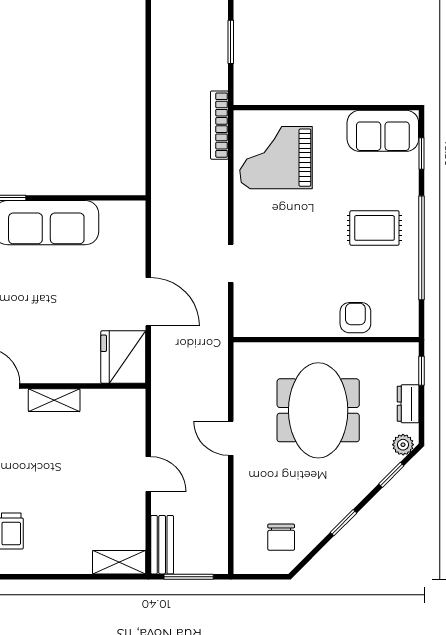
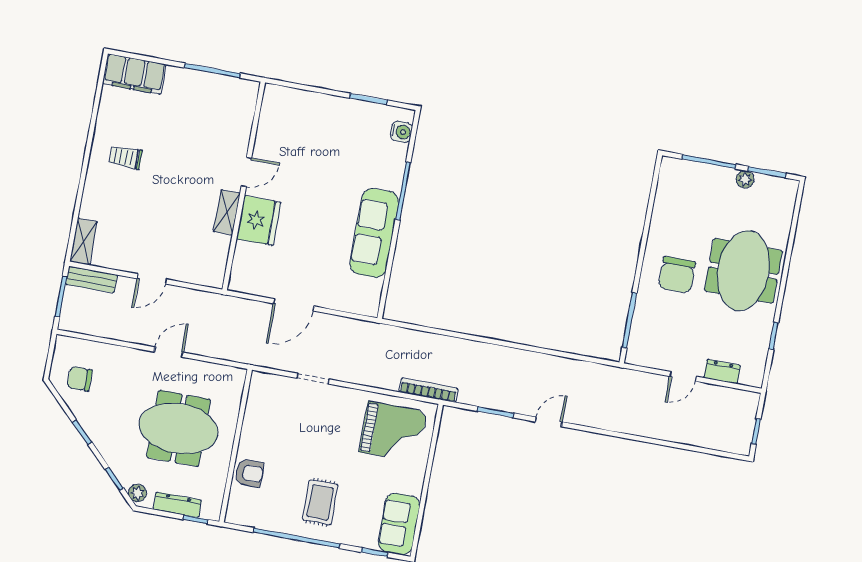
grand piano: (276, 158) -> (393, 432), turned 90
fridge: (123, 357) -> (259, 221), moved, turned 90
dresser: (408, 404) -> (177, 505), width x1.44

